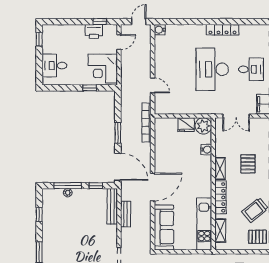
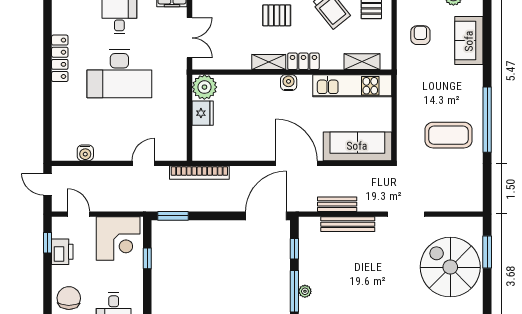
water cooler: (160, 30) -> (85, 153), moved
chair: (63, 36) -> (69, 298), added
window: (118, 133) -> (173, 216), moved
water cooler: (206, 150) -> (289, 83), moved
pallet: (248, 164) -> (277, 15), moved
locker: (220, 197) -> (303, 61), width x0.66
bench: (112, 206) -> (348, 224), moved

